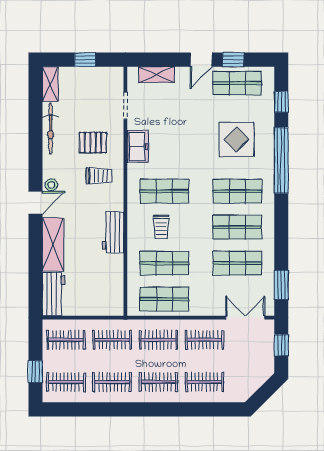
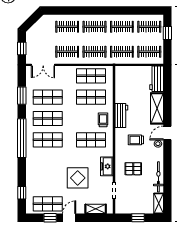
display table: (237, 139) -> (78, 178), moved
window: (281, 160) -> (22, 138), moved
trolley: (99, 176) -> (136, 140), moved
trolley: (161, 227) -> (103, 120), moved
window: (281, 285) -> (22, 96), moved

